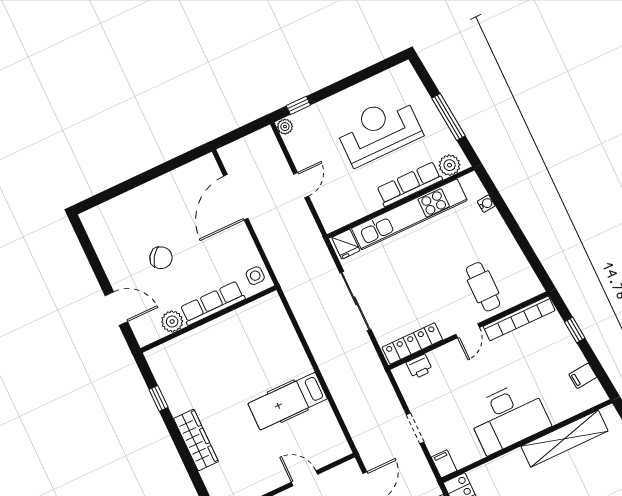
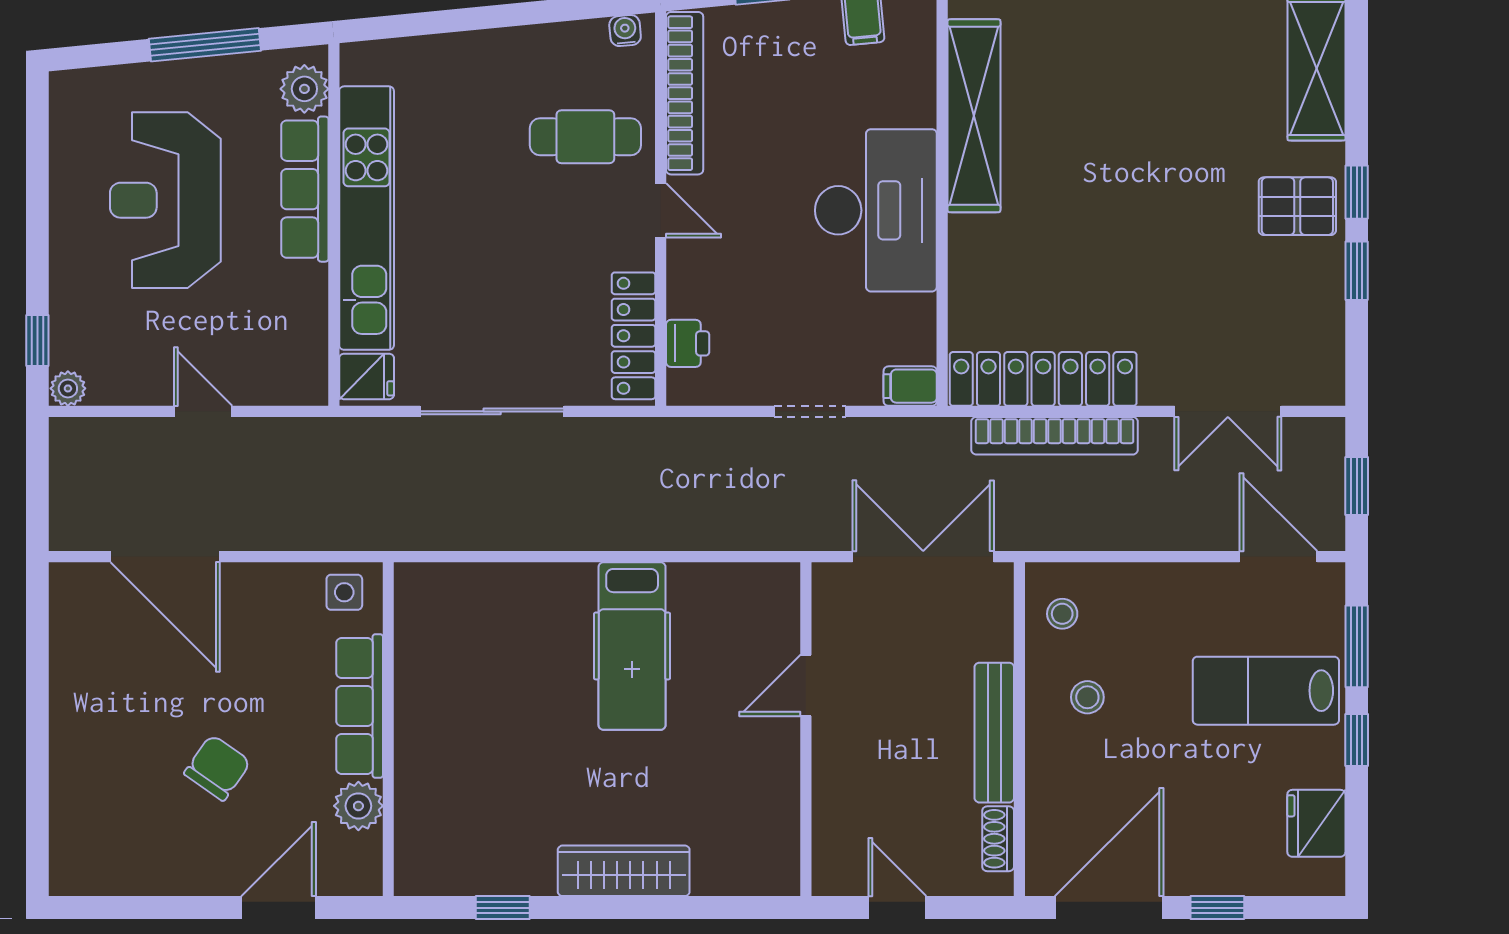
water cooler: (486, 204) -> (625, 31), moved

